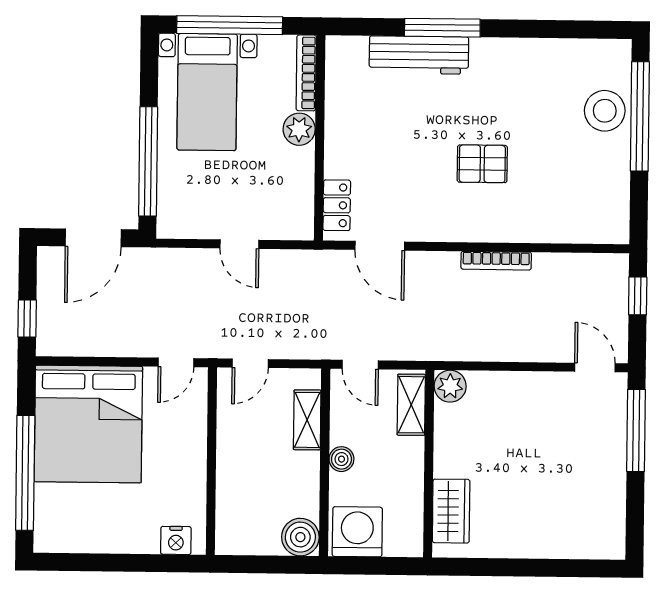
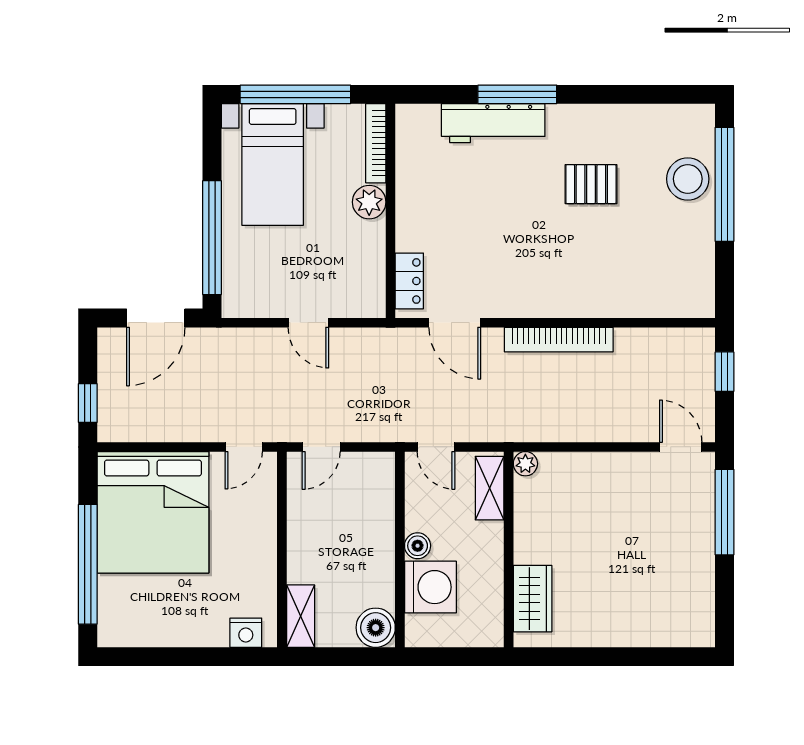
pallet: (482, 164) -> (591, 184), moved
bookcase: (496, 261) -> (559, 340), width x1.48, depth x1.31
plant: (450, 386) -> (525, 464), width x0.73, depth x0.73
shelving: (307, 420) -> (301, 616), moved
washing machine: (357, 532) -> (430, 587), moved, turned 90

